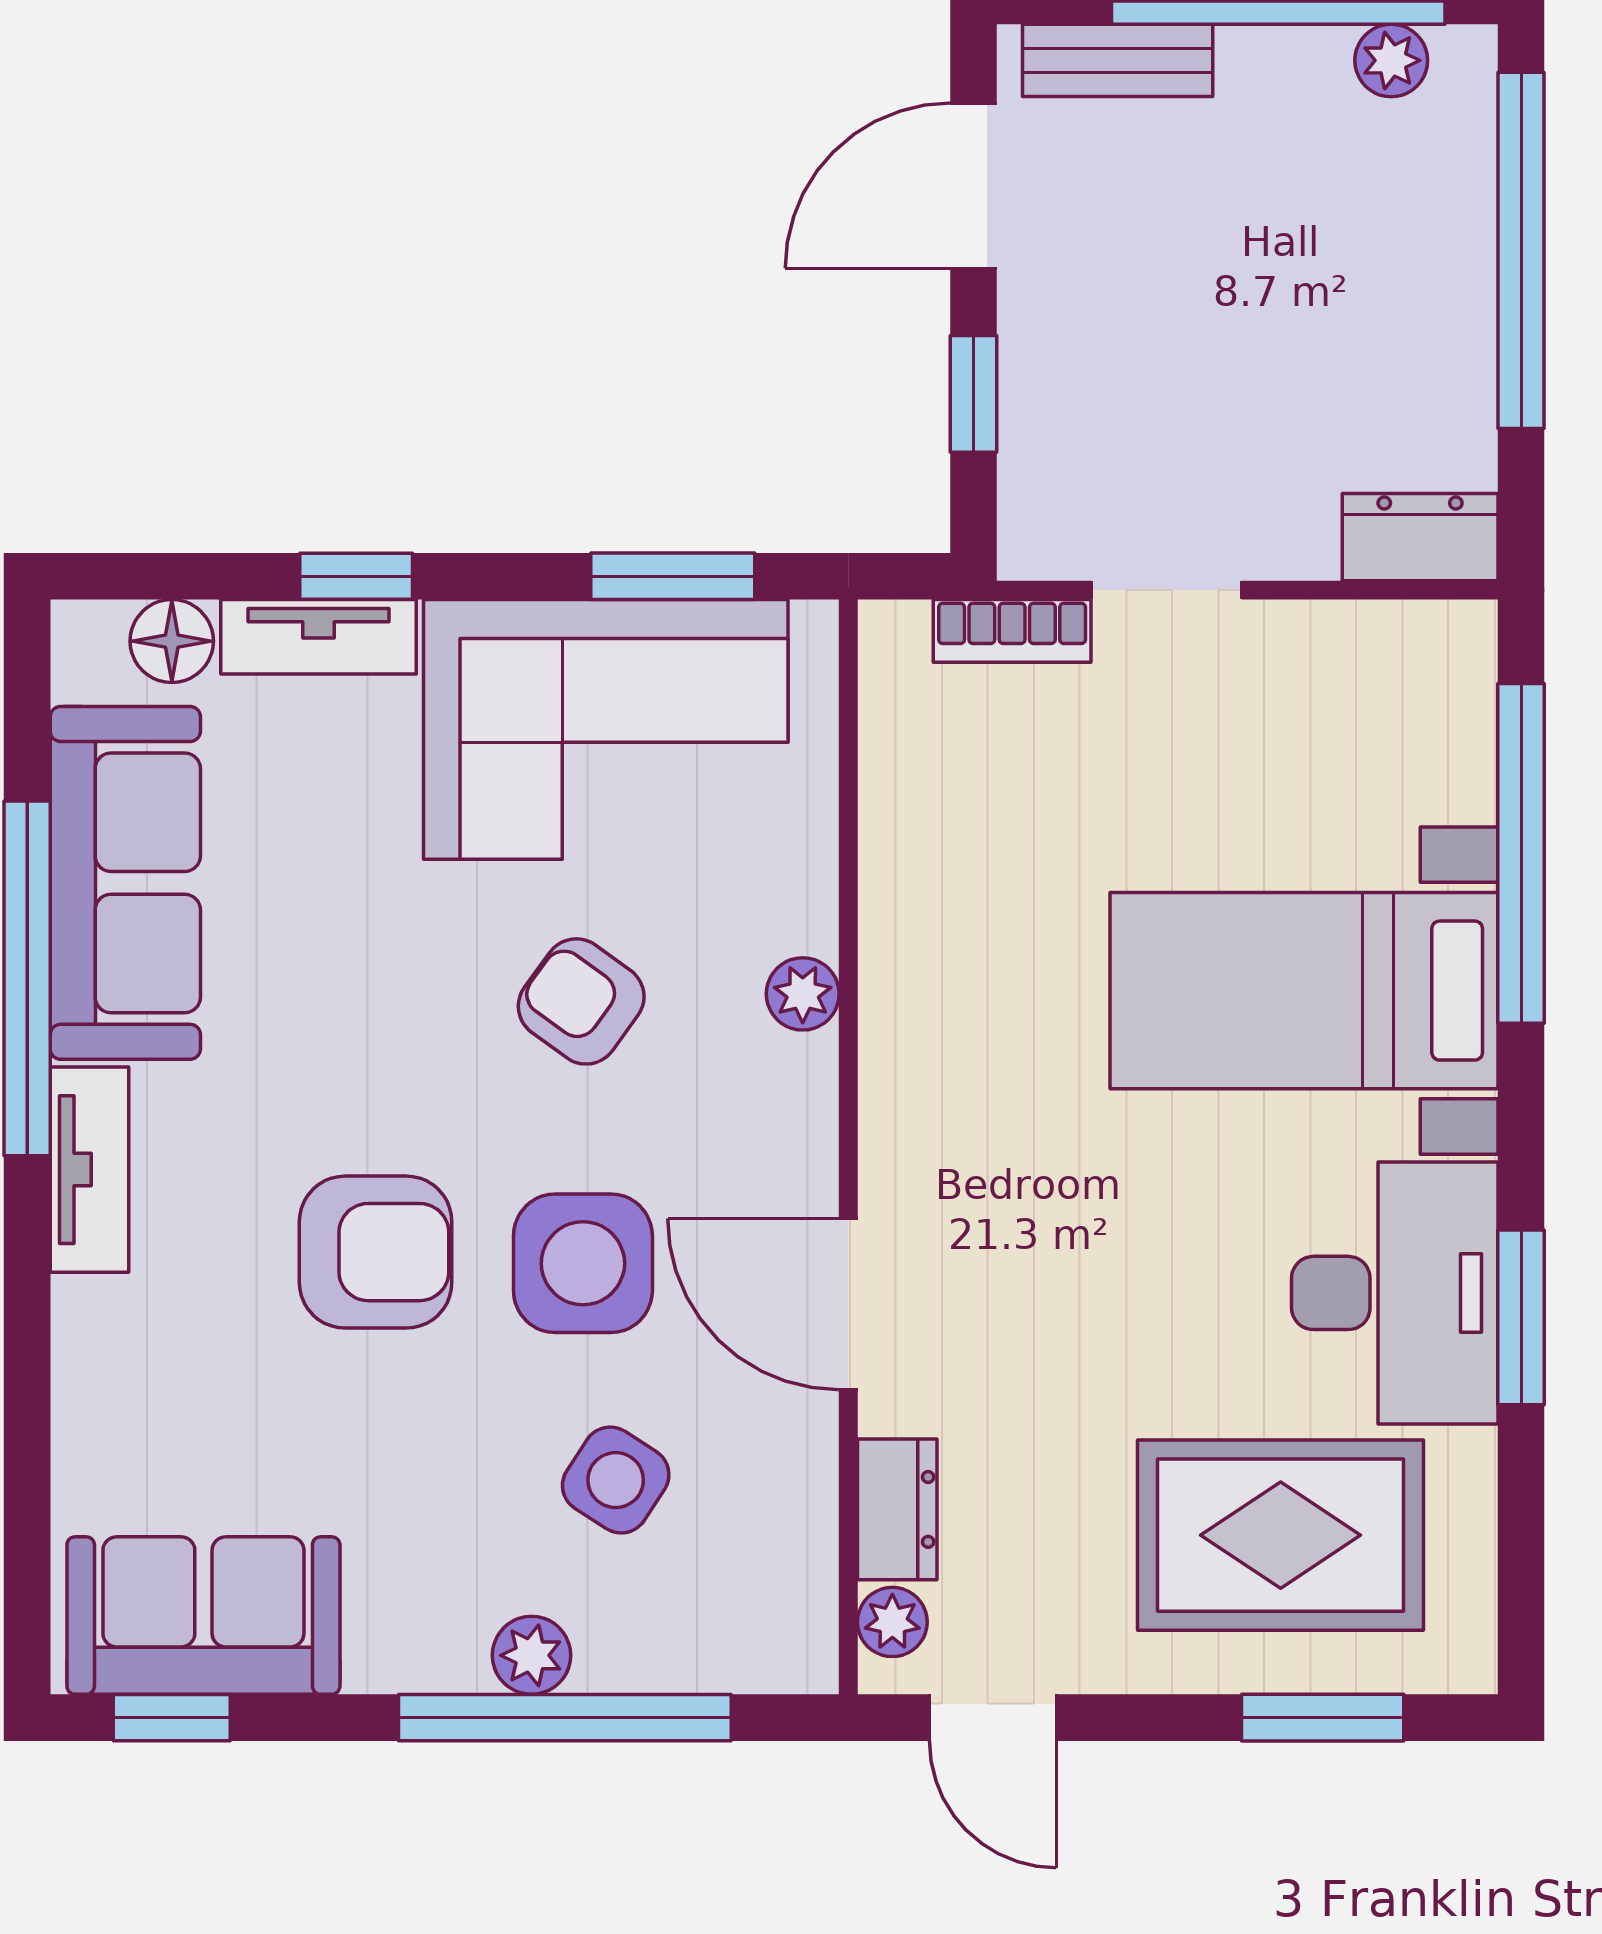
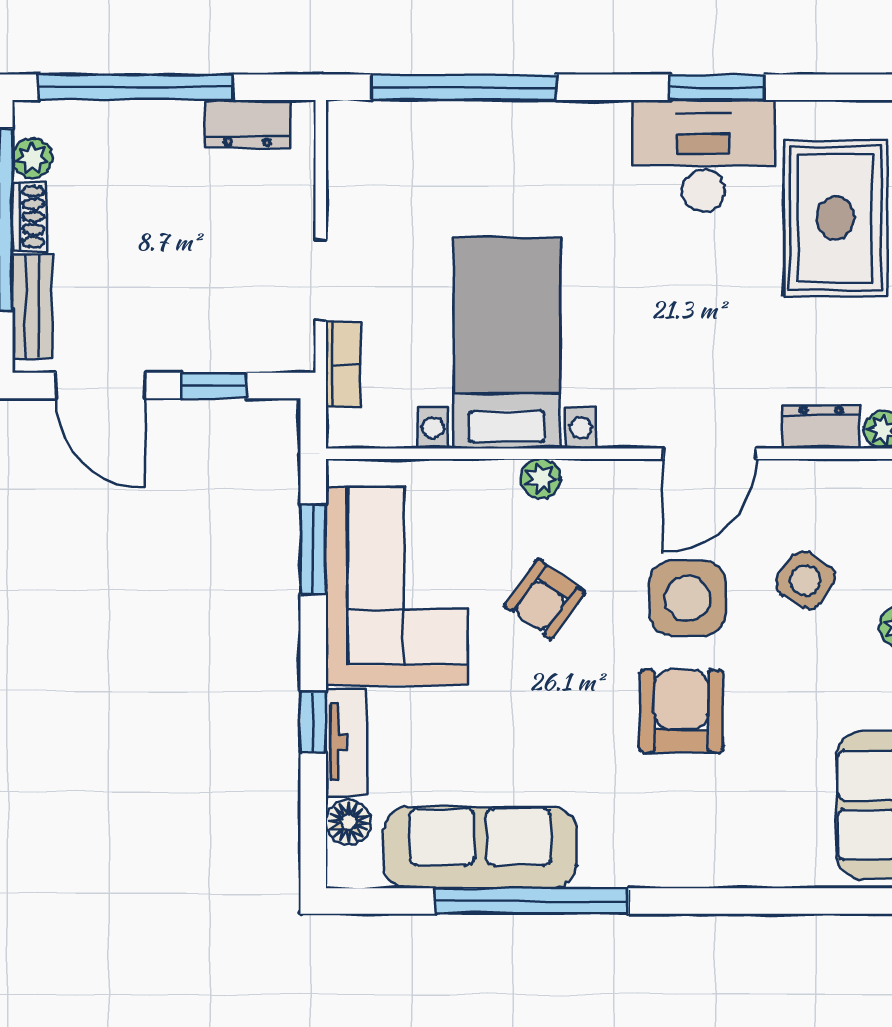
shoe rack: (1284, 55) -> (29, 217), added
dresser: (1420, 537) -> (247, 124), moved, turned -90
bed with nightstands: (1304, 991) -> (507, 343), moved, turned 180
tv unit: (89, 1170) -> (636, 867), removed

